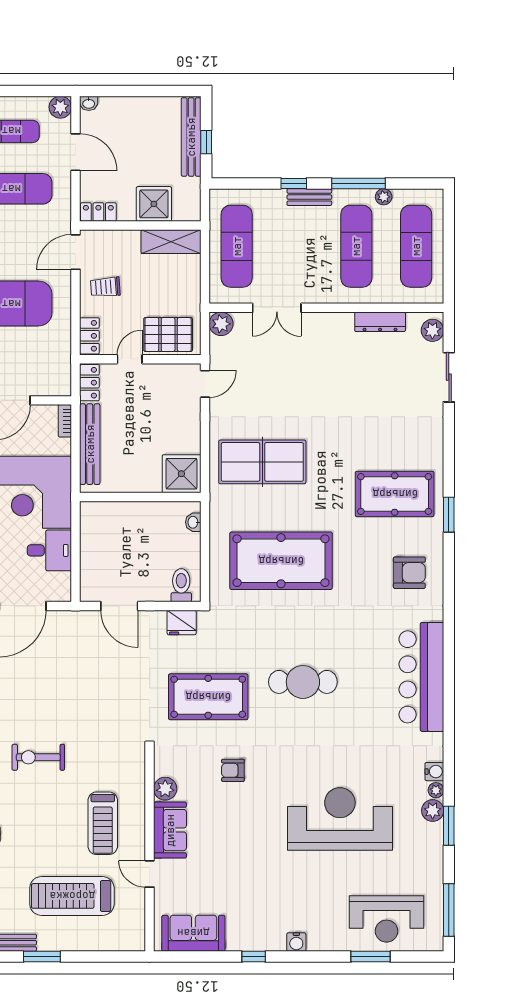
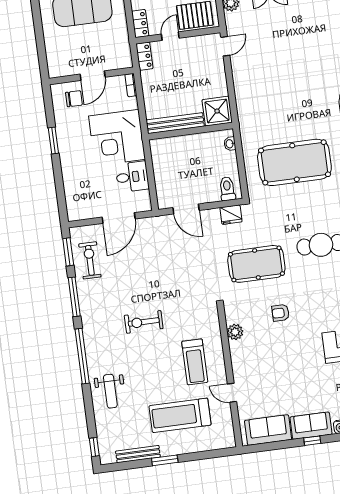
bench: (90, 444) -> (175, 123), moved, turned 90
table tennis table: (262, 462) -> (272, 95), removed
sofa: (170, 830) -> (311, 426), moved, turned -90

